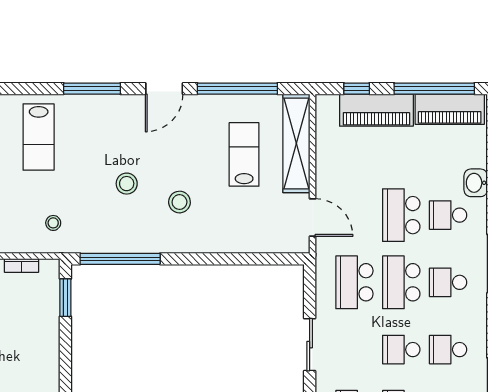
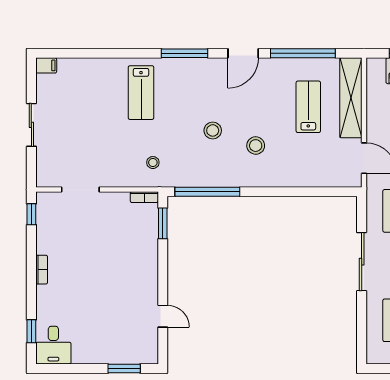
bookcase: (21, 265) -> (144, 197), moved
sliding door: (310, 345) -> (362, 262), width x1.37

